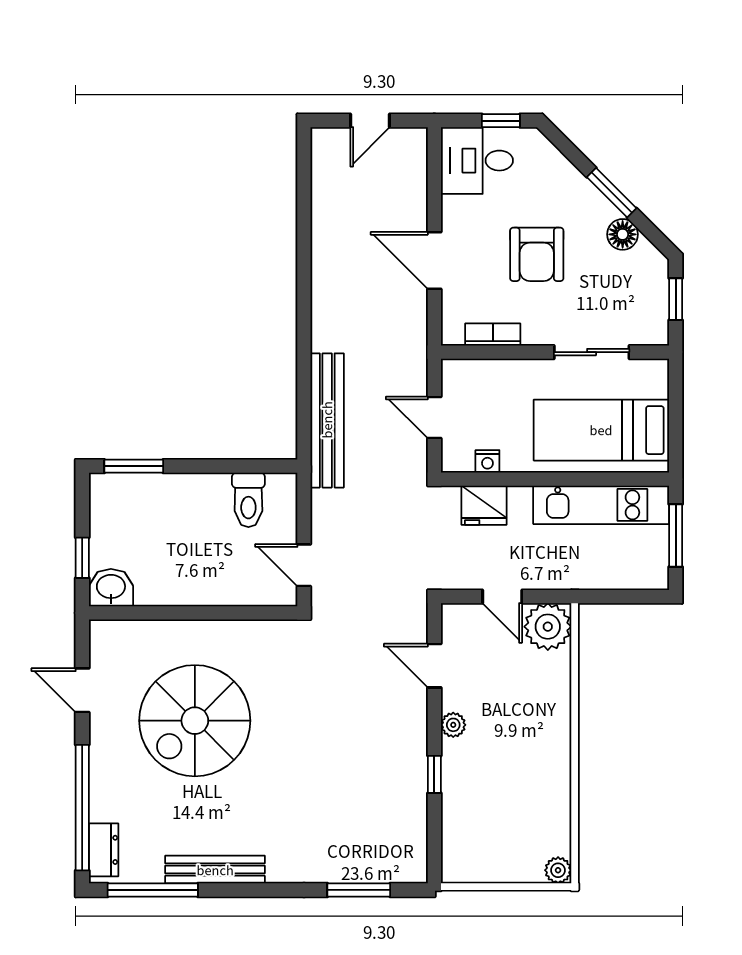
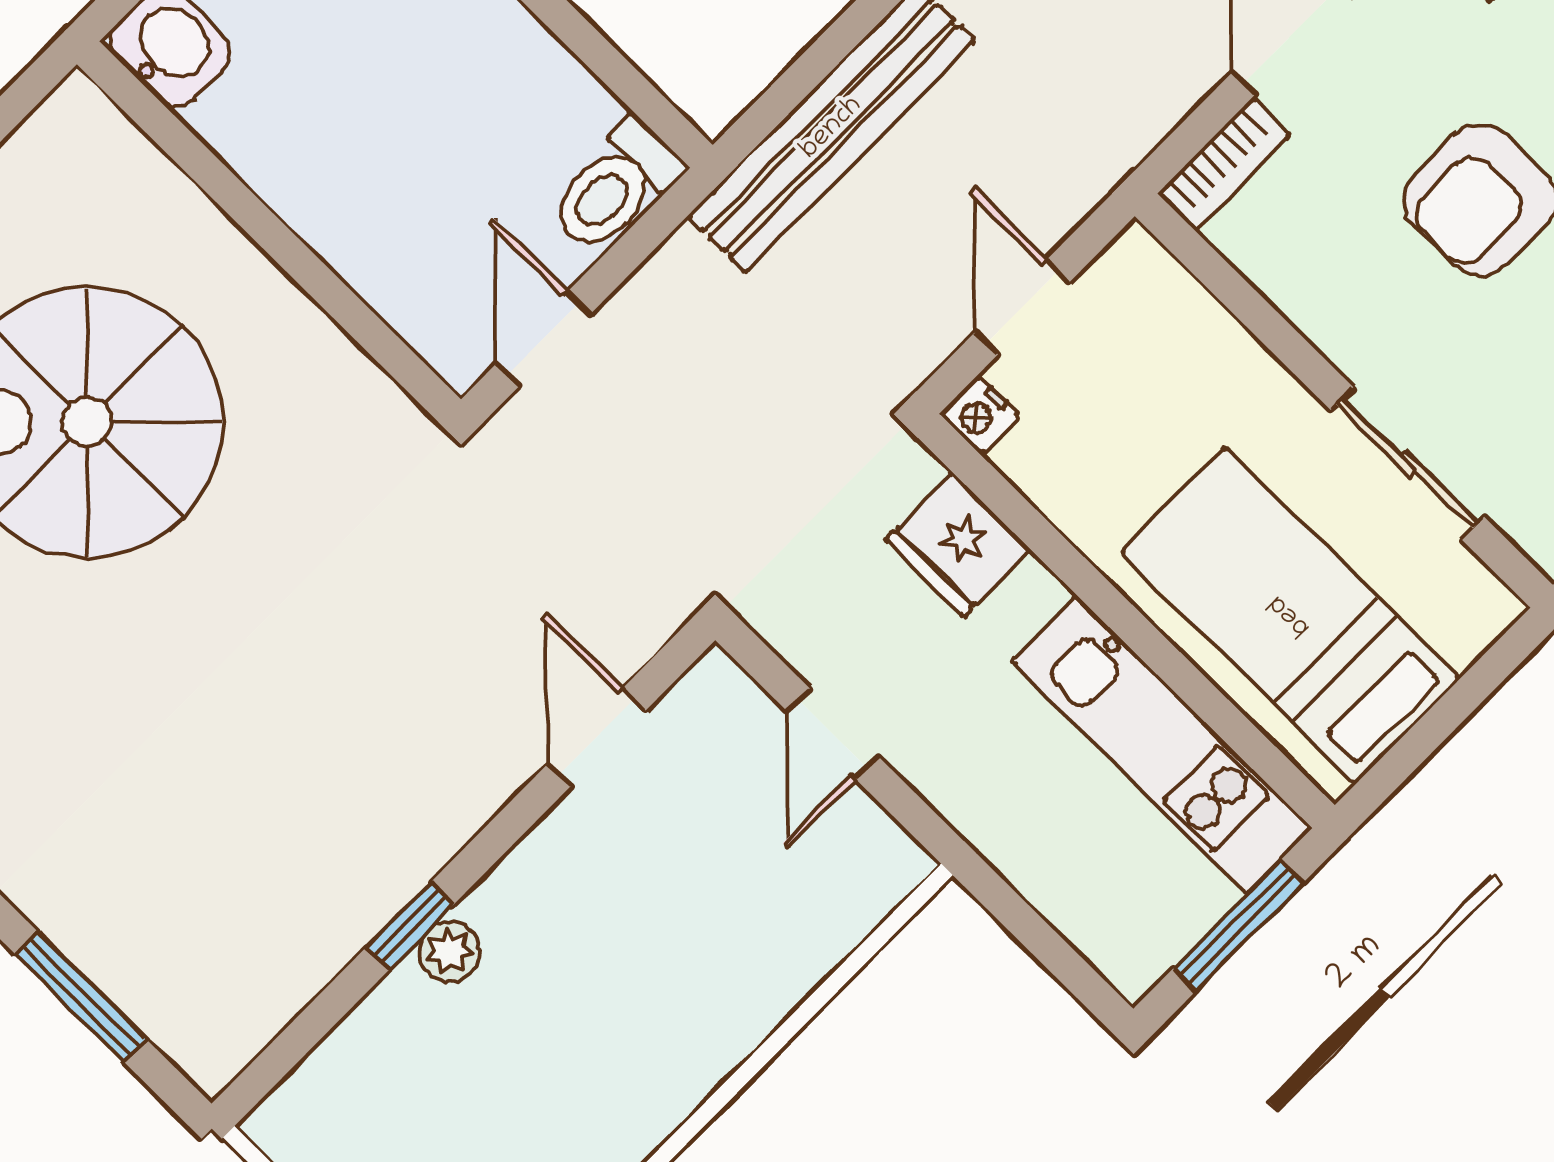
bookcase: (493, 334) -> (1224, 164), moved, turned 90
nightstand: (487, 461) -> (979, 415), moved
toilet: (248, 500) -> (615, 187), moved
plant: (548, 627) -> (860, 864), removed
plant: (453, 725) -> (449, 952), moved

